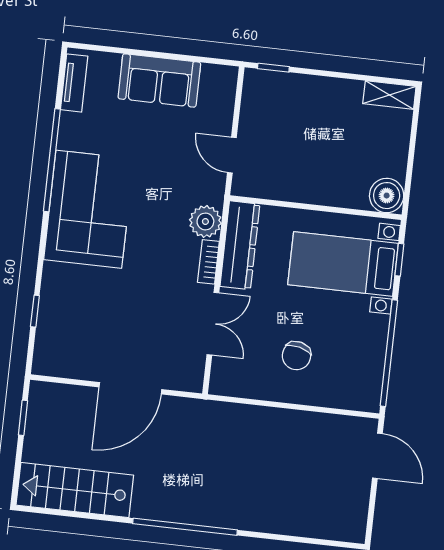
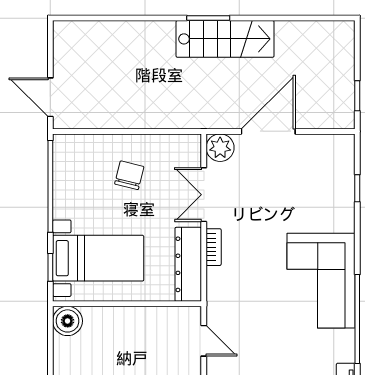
plant: (205, 221) -> (220, 148), moved
stairs: (75, 490) -> (225, 39), moved
window: (185, 527) -> (208, 18), width x0.47

